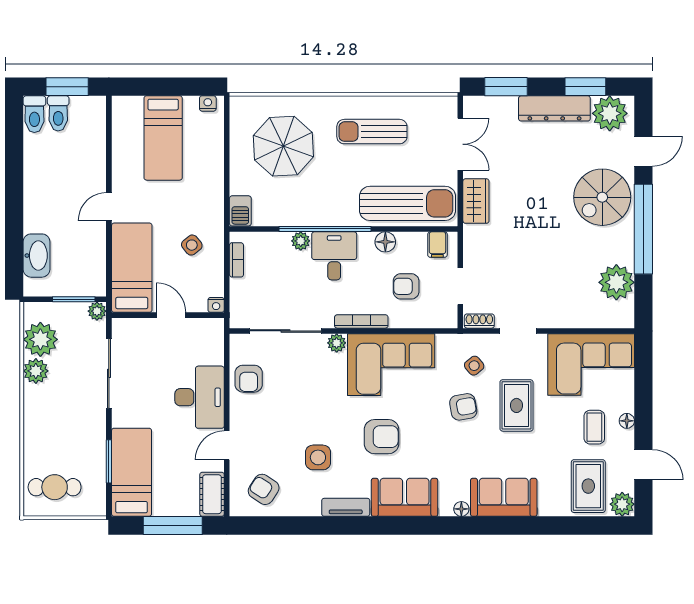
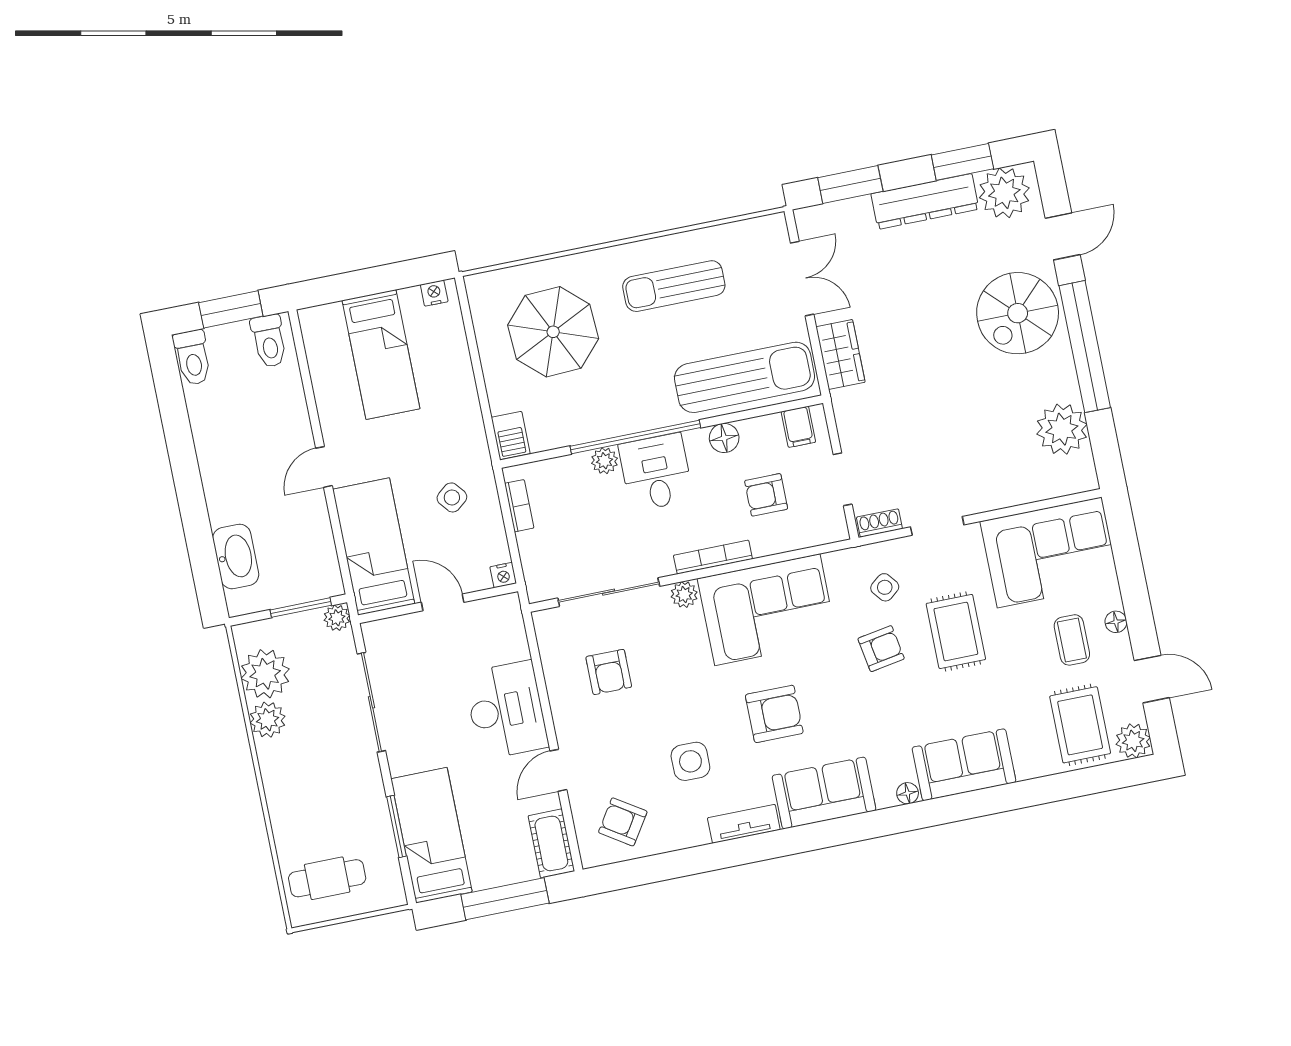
toilet: (58, 113) -> (269, 341), moved
armchair: (249, 379) -> (609, 672), moved

